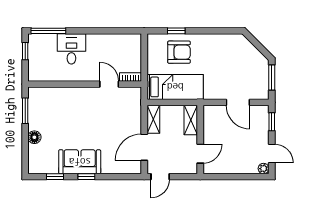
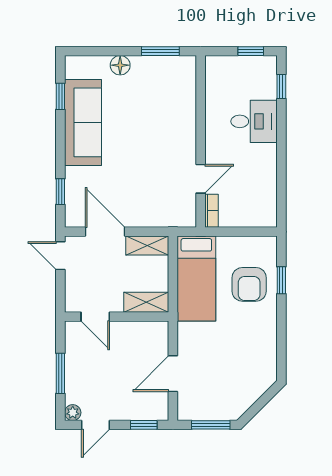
window: (48, 31) -> (281, 86), width x0.46
sofa: (80, 162) -> (83, 122), width x1.36
window: (86, 177) -> (60, 192), moved
window: (238, 177) -> (60, 373), added

